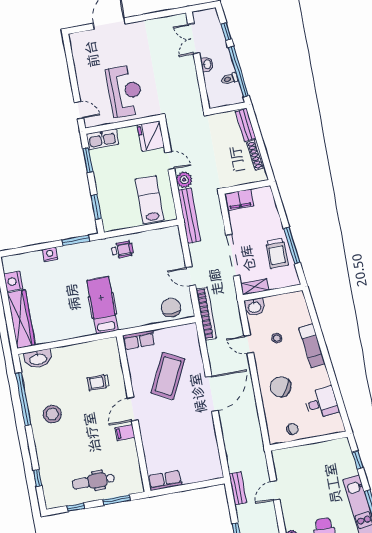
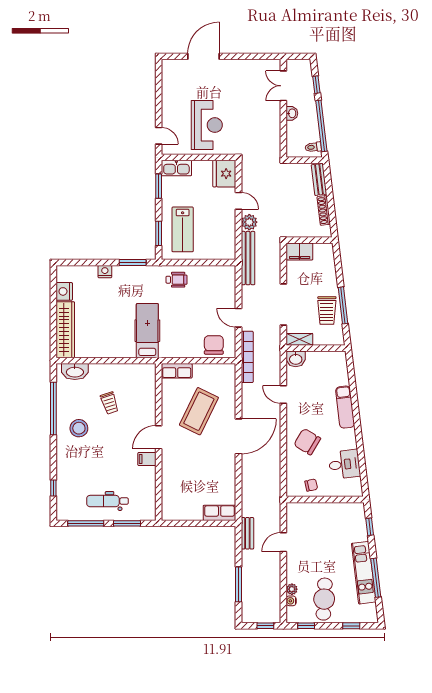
toilet: (229, 79) -> (313, 147), moved
lab bench: (150, 200) -> (183, 229), moved, turned 180
stool: (277, 338) -> (312, 393), removed
trolley: (98, 382) -> (109, 403), moved, turned -108
row of seats: (165, 480) -> (220, 513), moved
window: (76, 507) -> (86, 523), width x2.17

